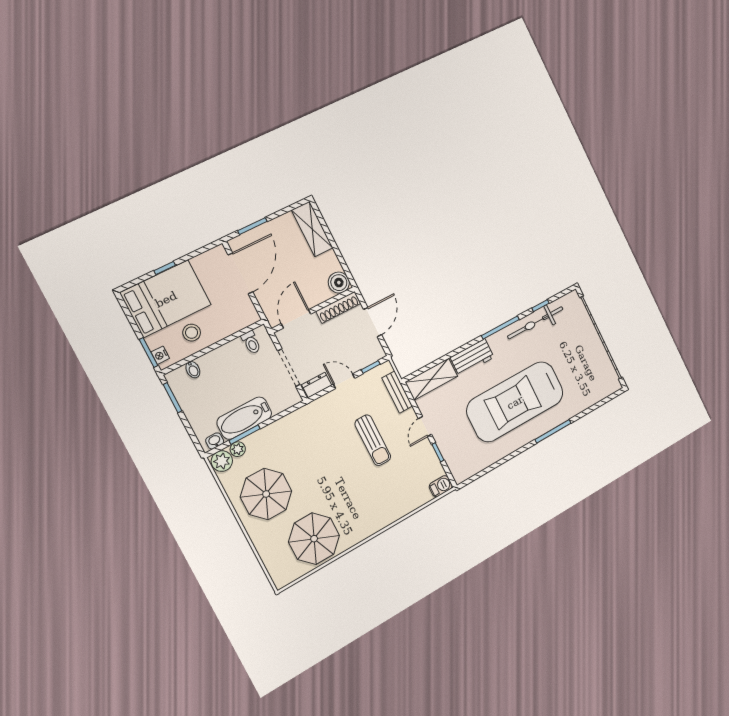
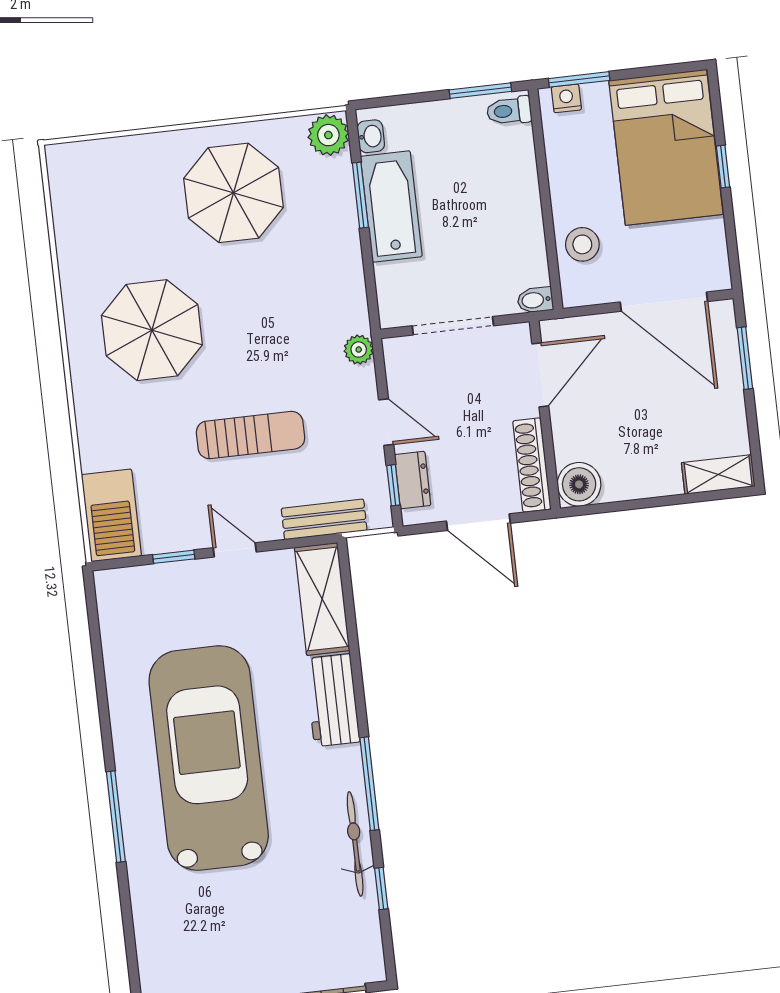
shelving: (312, 229) -> (718, 474), width x0.67, depth x0.75
door: (296, 319) -> (540, 375), hinge flipped
bicycle: (535, 323) -> (355, 844), width x0.73, depth x0.71
stool: (192, 333) -> (582, 244), moved
toilet: (251, 342) -> (509, 111), moved
bidet: (193, 370) -> (535, 300), moved
door: (344, 381) -> (386, 422), hinge flipped
dresser: (317, 385) -> (413, 480), moved
sun lounger: (373, 440) -> (251, 435), turned 180
plant: (238, 449) -> (359, 350), moved
barbecue: (441, 486) -> (111, 515), width x1.88, depth x1.53
parasol: (314, 539) -> (152, 330), moved

